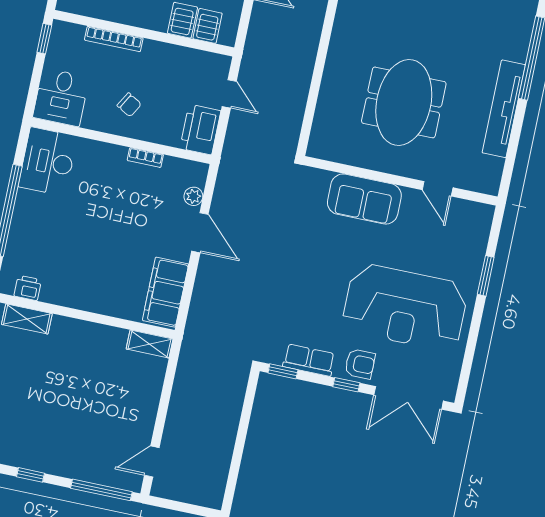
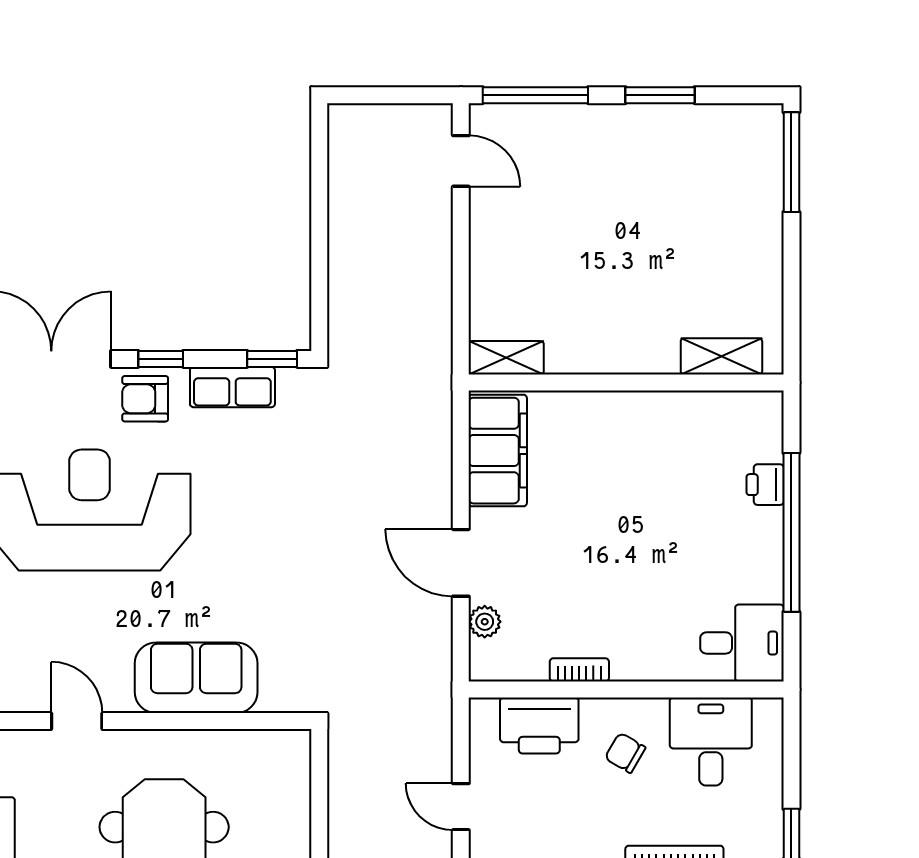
desk: (61, 97) -> (711, 742), moved
printer: (200, 129) -> (539, 726), moved, turned 90
desk: (48, 162) -> (742, 643), width x0.73
printer: (28, 288) -> (765, 485), moved, turned 90
door: (152, 461) -> (461, 161), hinge flipped
window: (30, 475) -> (660, 95), width x1.50

